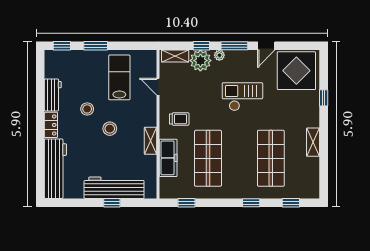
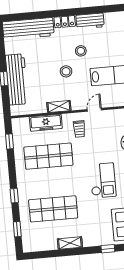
door: (158, 87) -> (94, 110), moved

